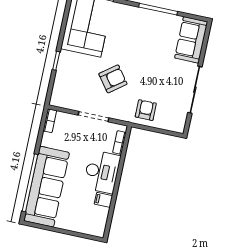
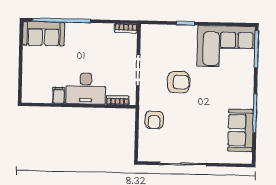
sofa: (191, 40) -> (241, 130), moved, turned -90
armchair: (113, 79) -> (178, 82), turned -53
armchair: (146, 110) -> (154, 120), turned 90
sofa: (47, 187) -> (43, 34), width x0.54, depth x0.79

